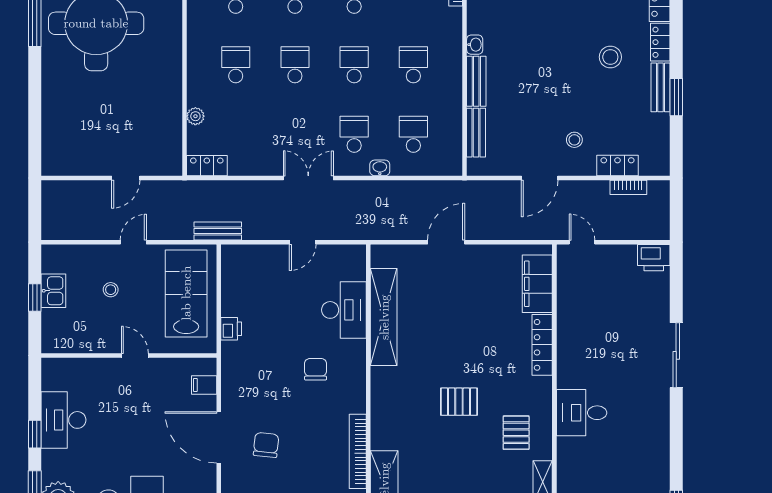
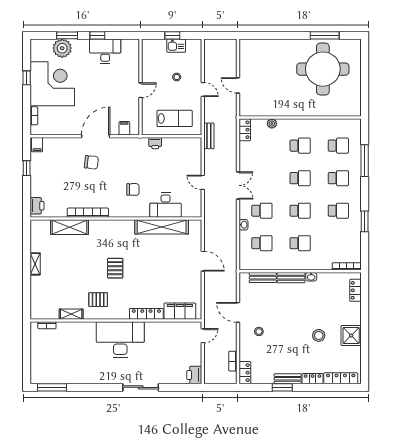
stool: (610, 57) -> (319, 335), moved
locker: (618, 166) -> (245, 373), moved
lab bench: (186, 293) -> (175, 118), width x0.73, depth x0.72
desk: (582, 413) -> (120, 340), width x1.87, depth x1.30

